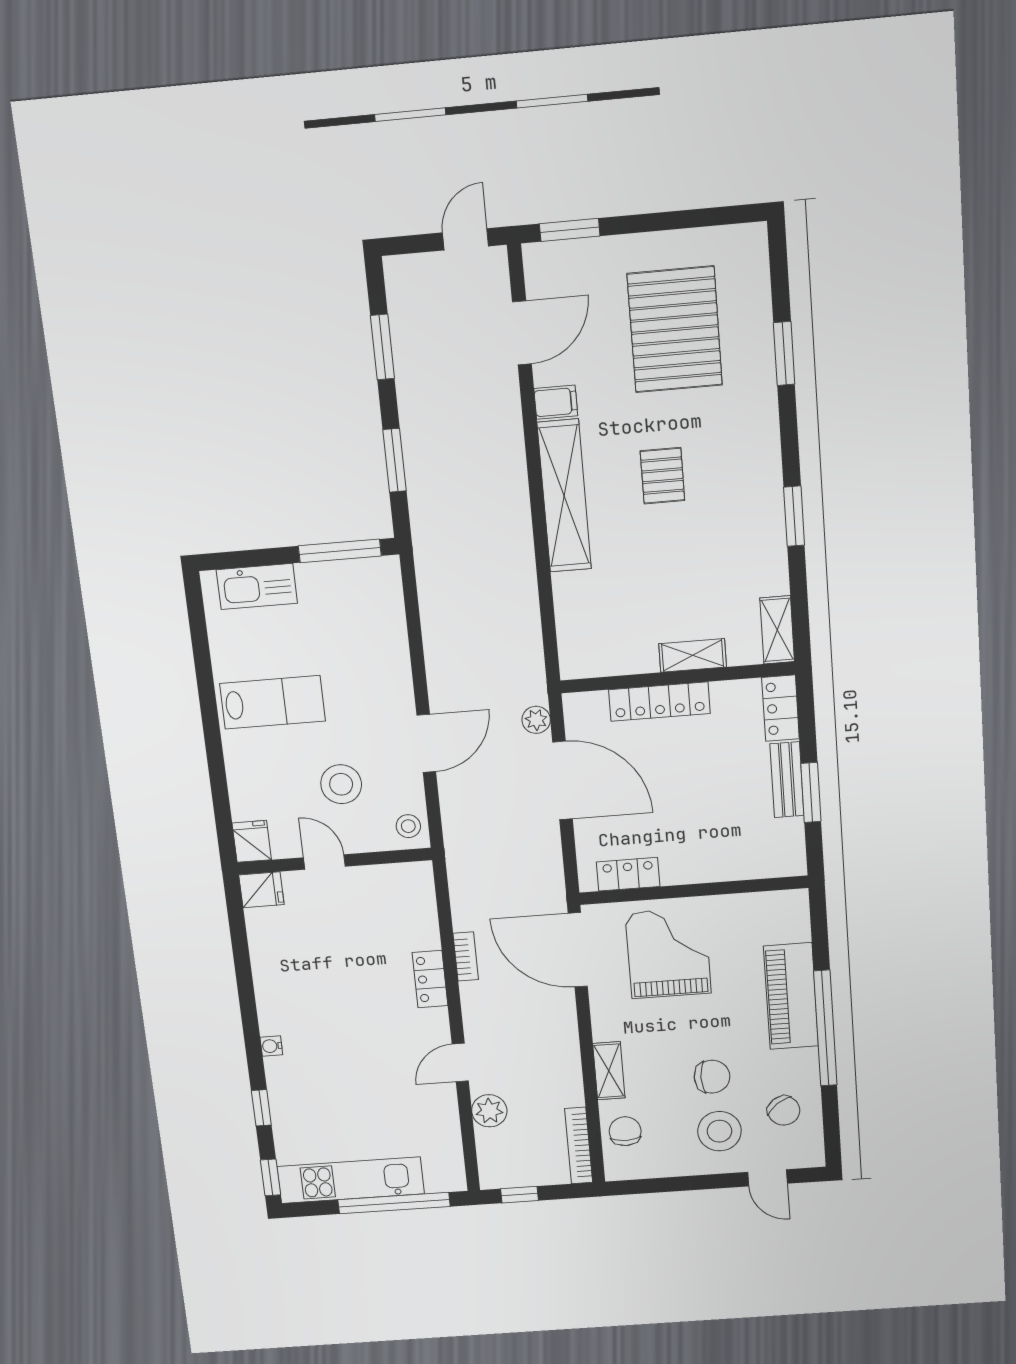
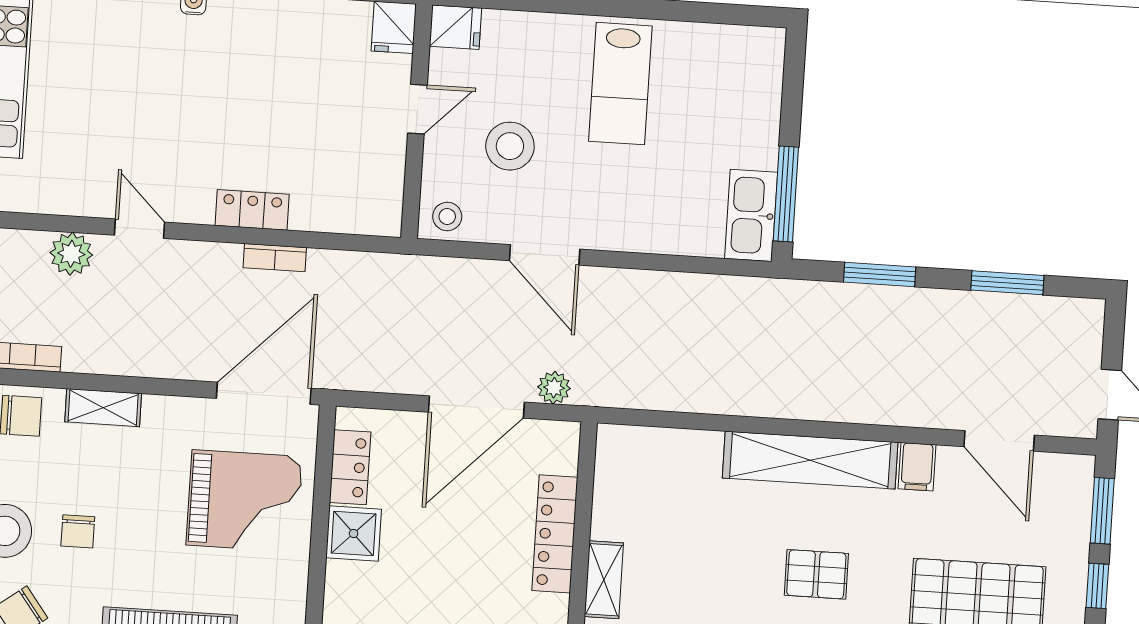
window: (637, 224) -> (1097, 586), added
kitchen sink: (257, 586) -> (751, 215), moved
shower: (683, 864) -> (354, 533), added
chair: (712, 1077) -> (78, 531), width x0.73, depth x0.73

